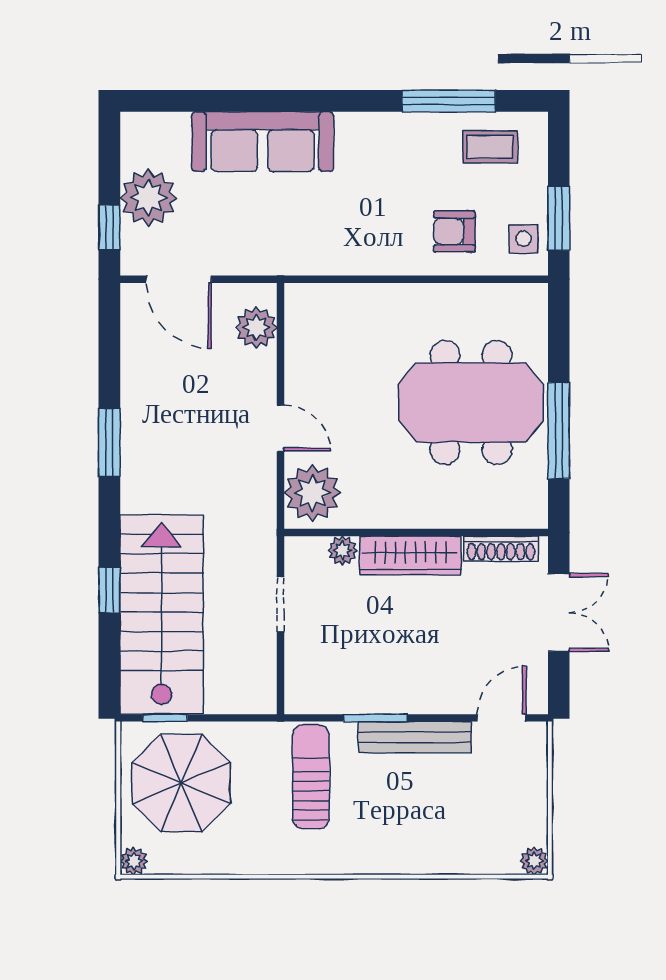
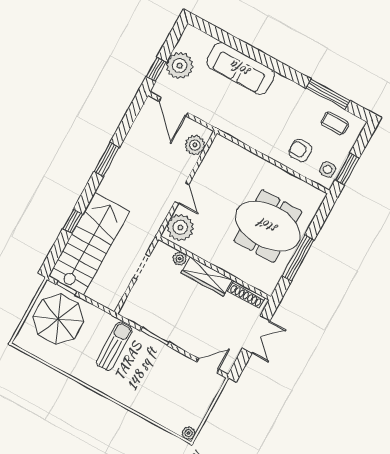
bench: (415, 737) -> (167, 354), removed
plant: (134, 861) -> (20, 341), removed

